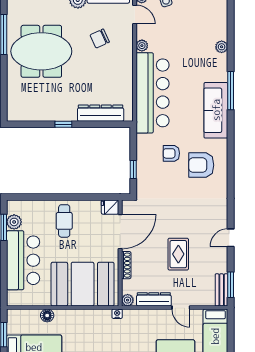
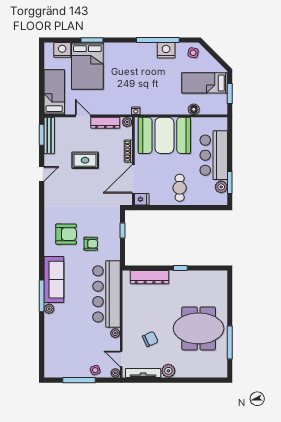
plant: (222, 47) -> (49, 309), moved
rug: (178, 254) -> (85, 160), turned 90
bench: (222, 290) -> (49, 135), width x1.36

